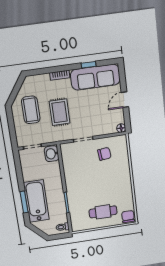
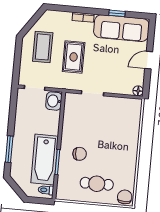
chair: (104, 154) -> (80, 154), moved
bathtub: (36, 201) -> (45, 160), moved, turned 180

